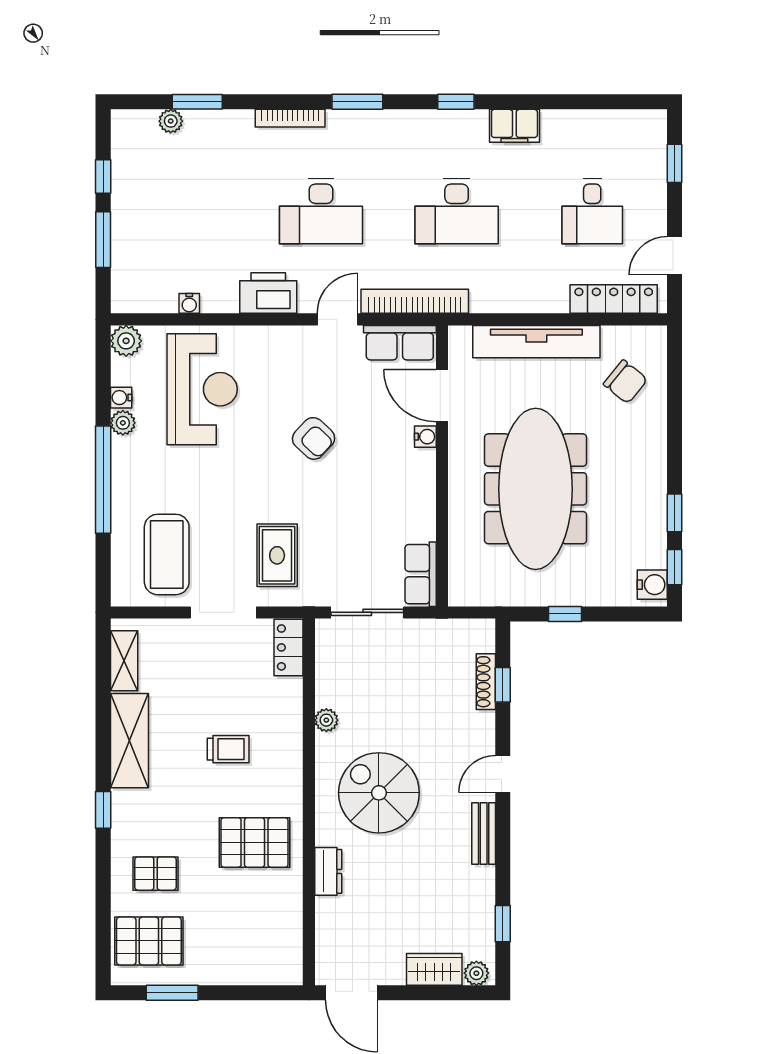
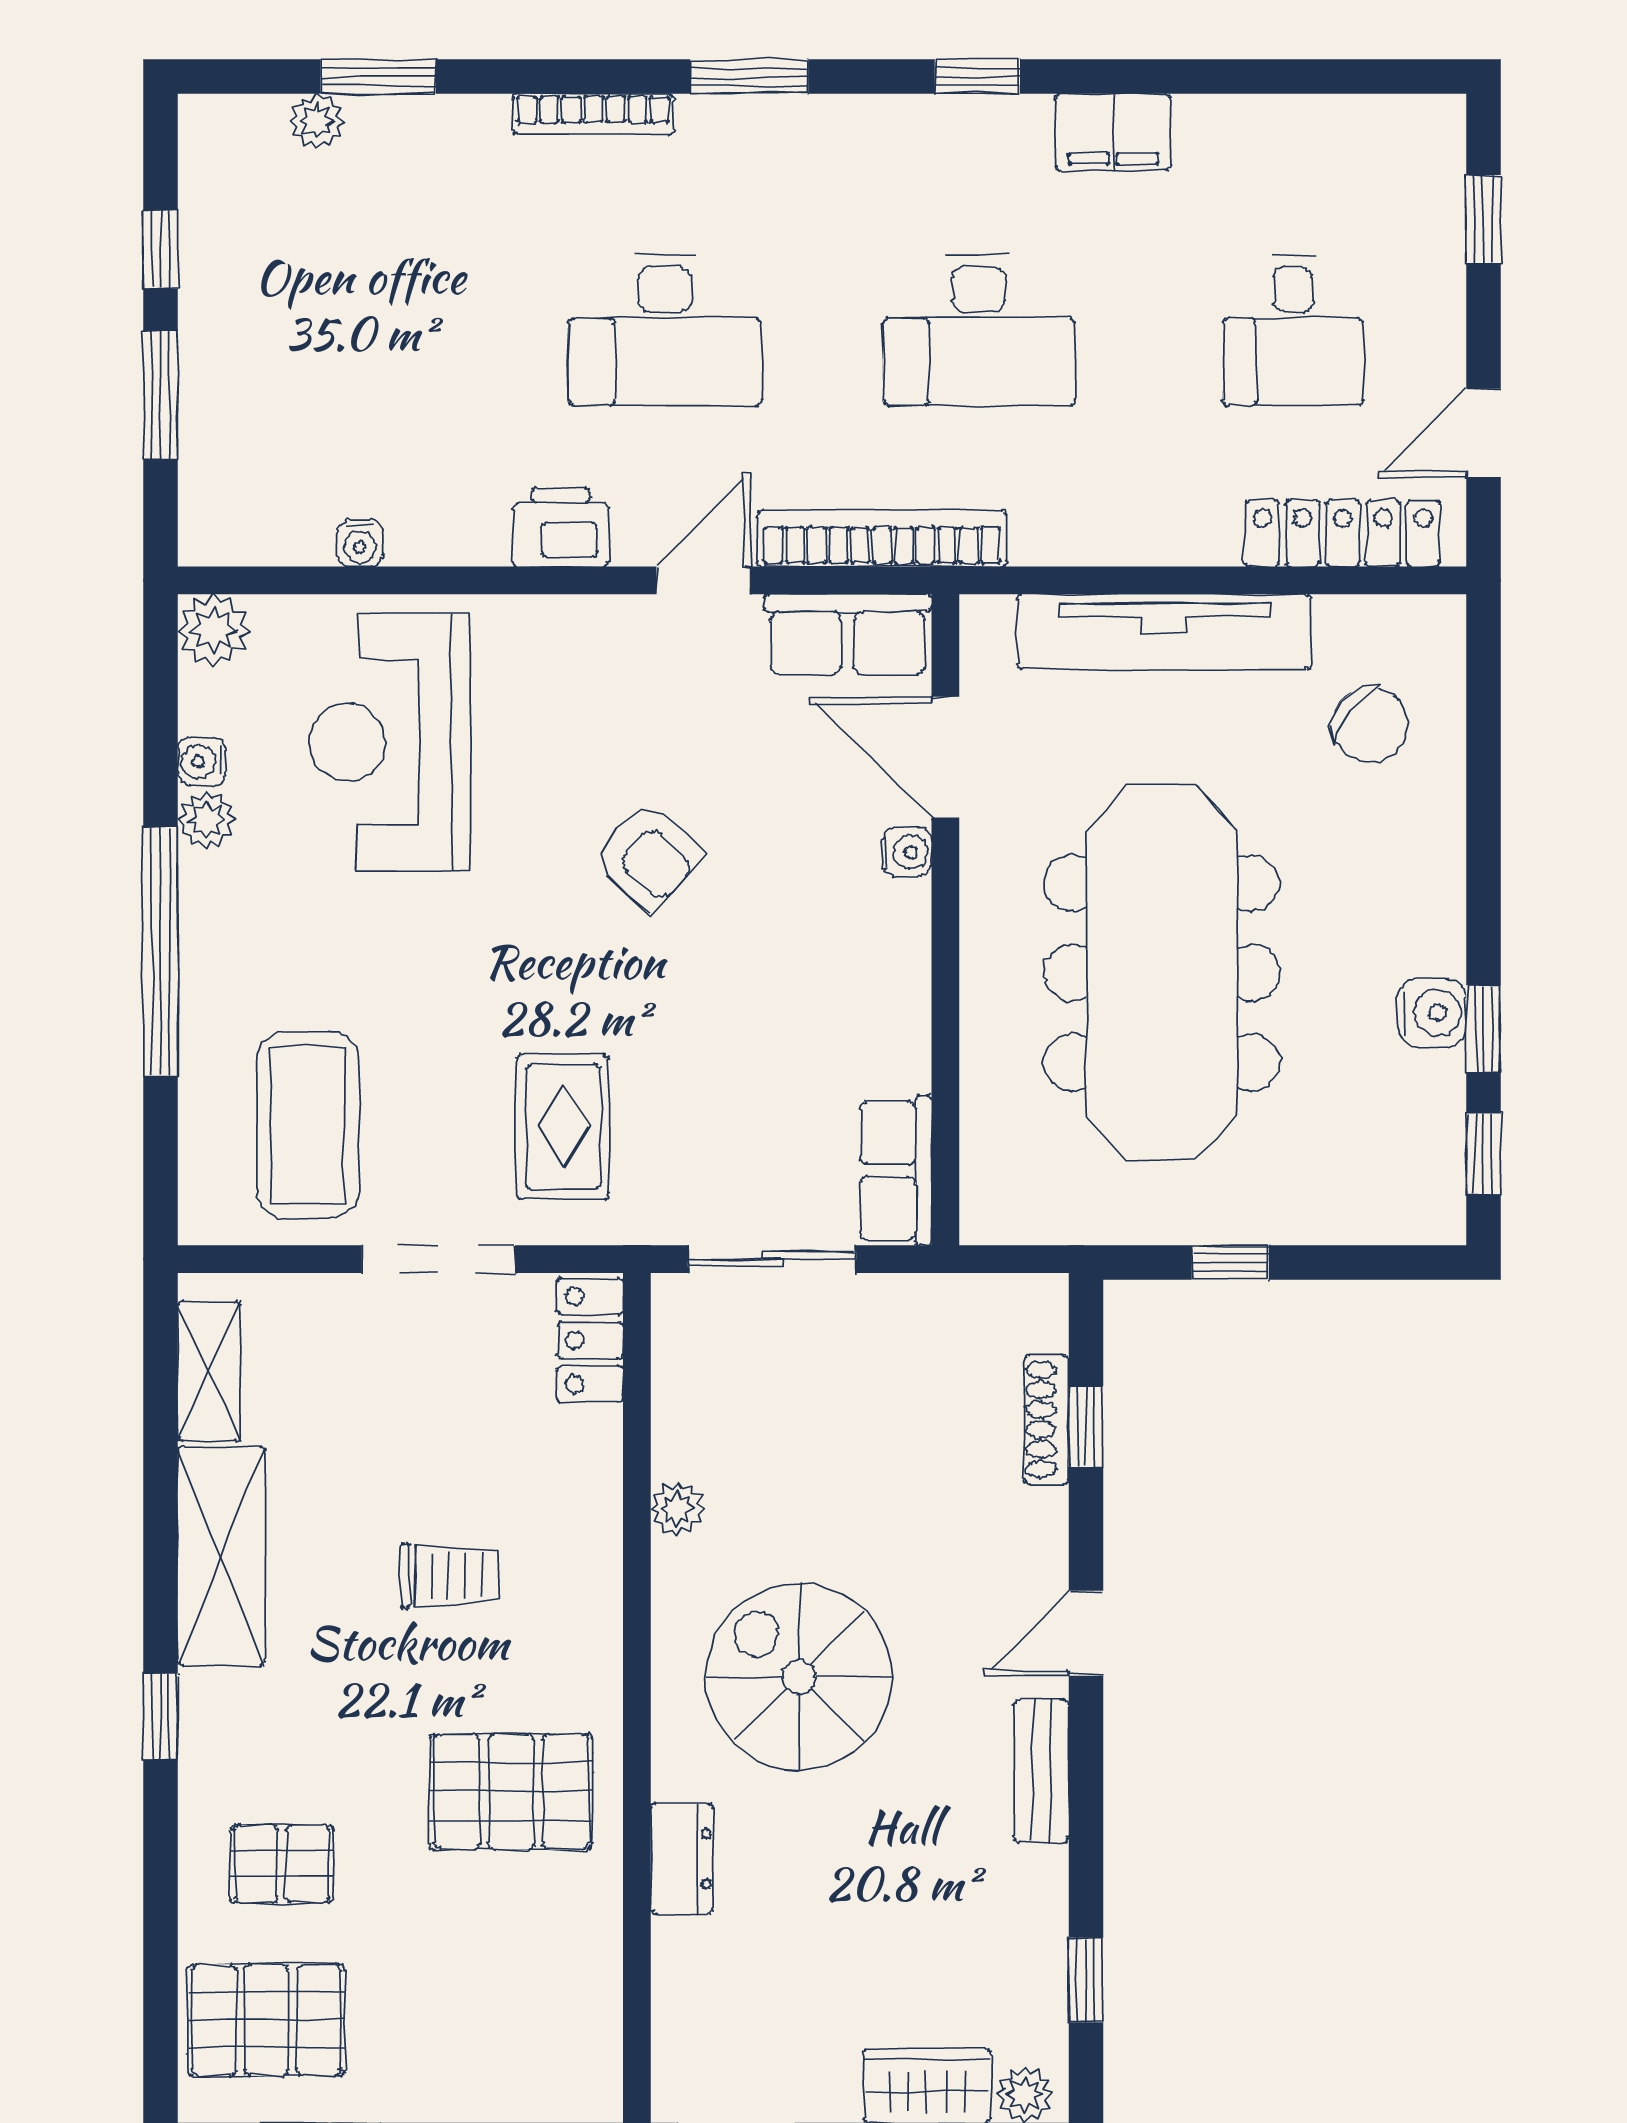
printer: (268, 293) -> (561, 527), width x0.73, depth x0.84
reception desk: (202, 389) -> (390, 742), turned 180
water cooler: (652, 585) -> (1432, 1013), moved

